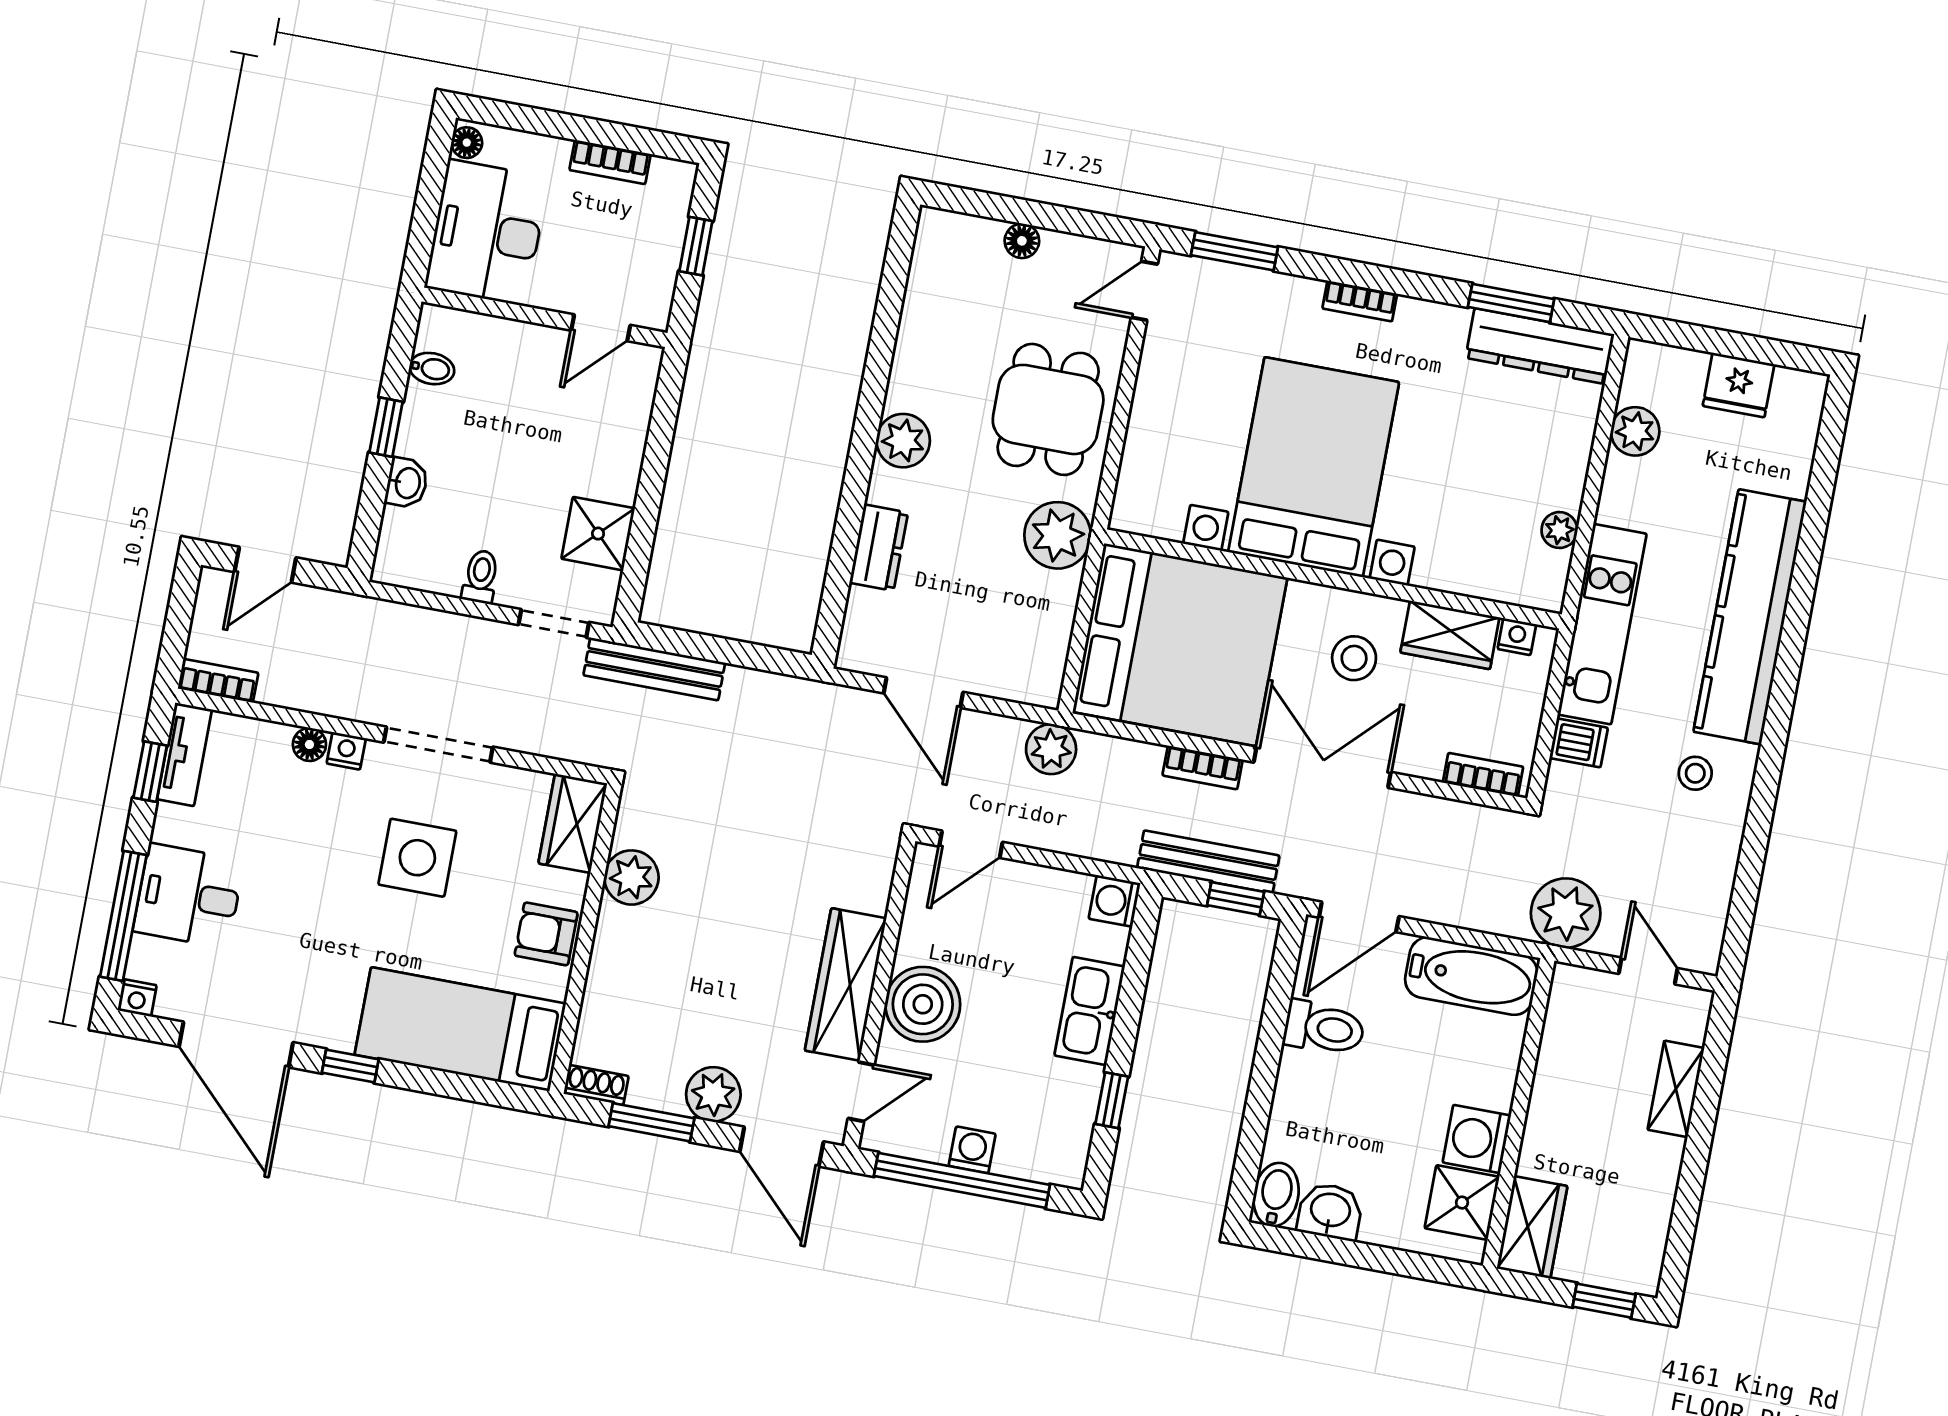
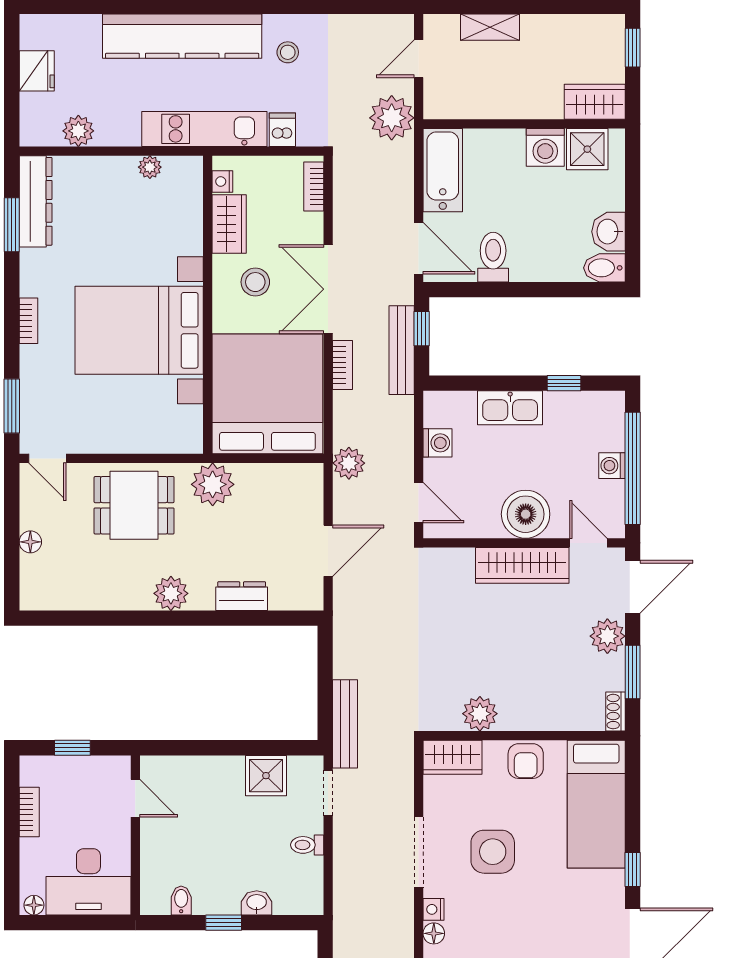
washing machine: (1115, 901) -> (437, 443), moved, turned -90

